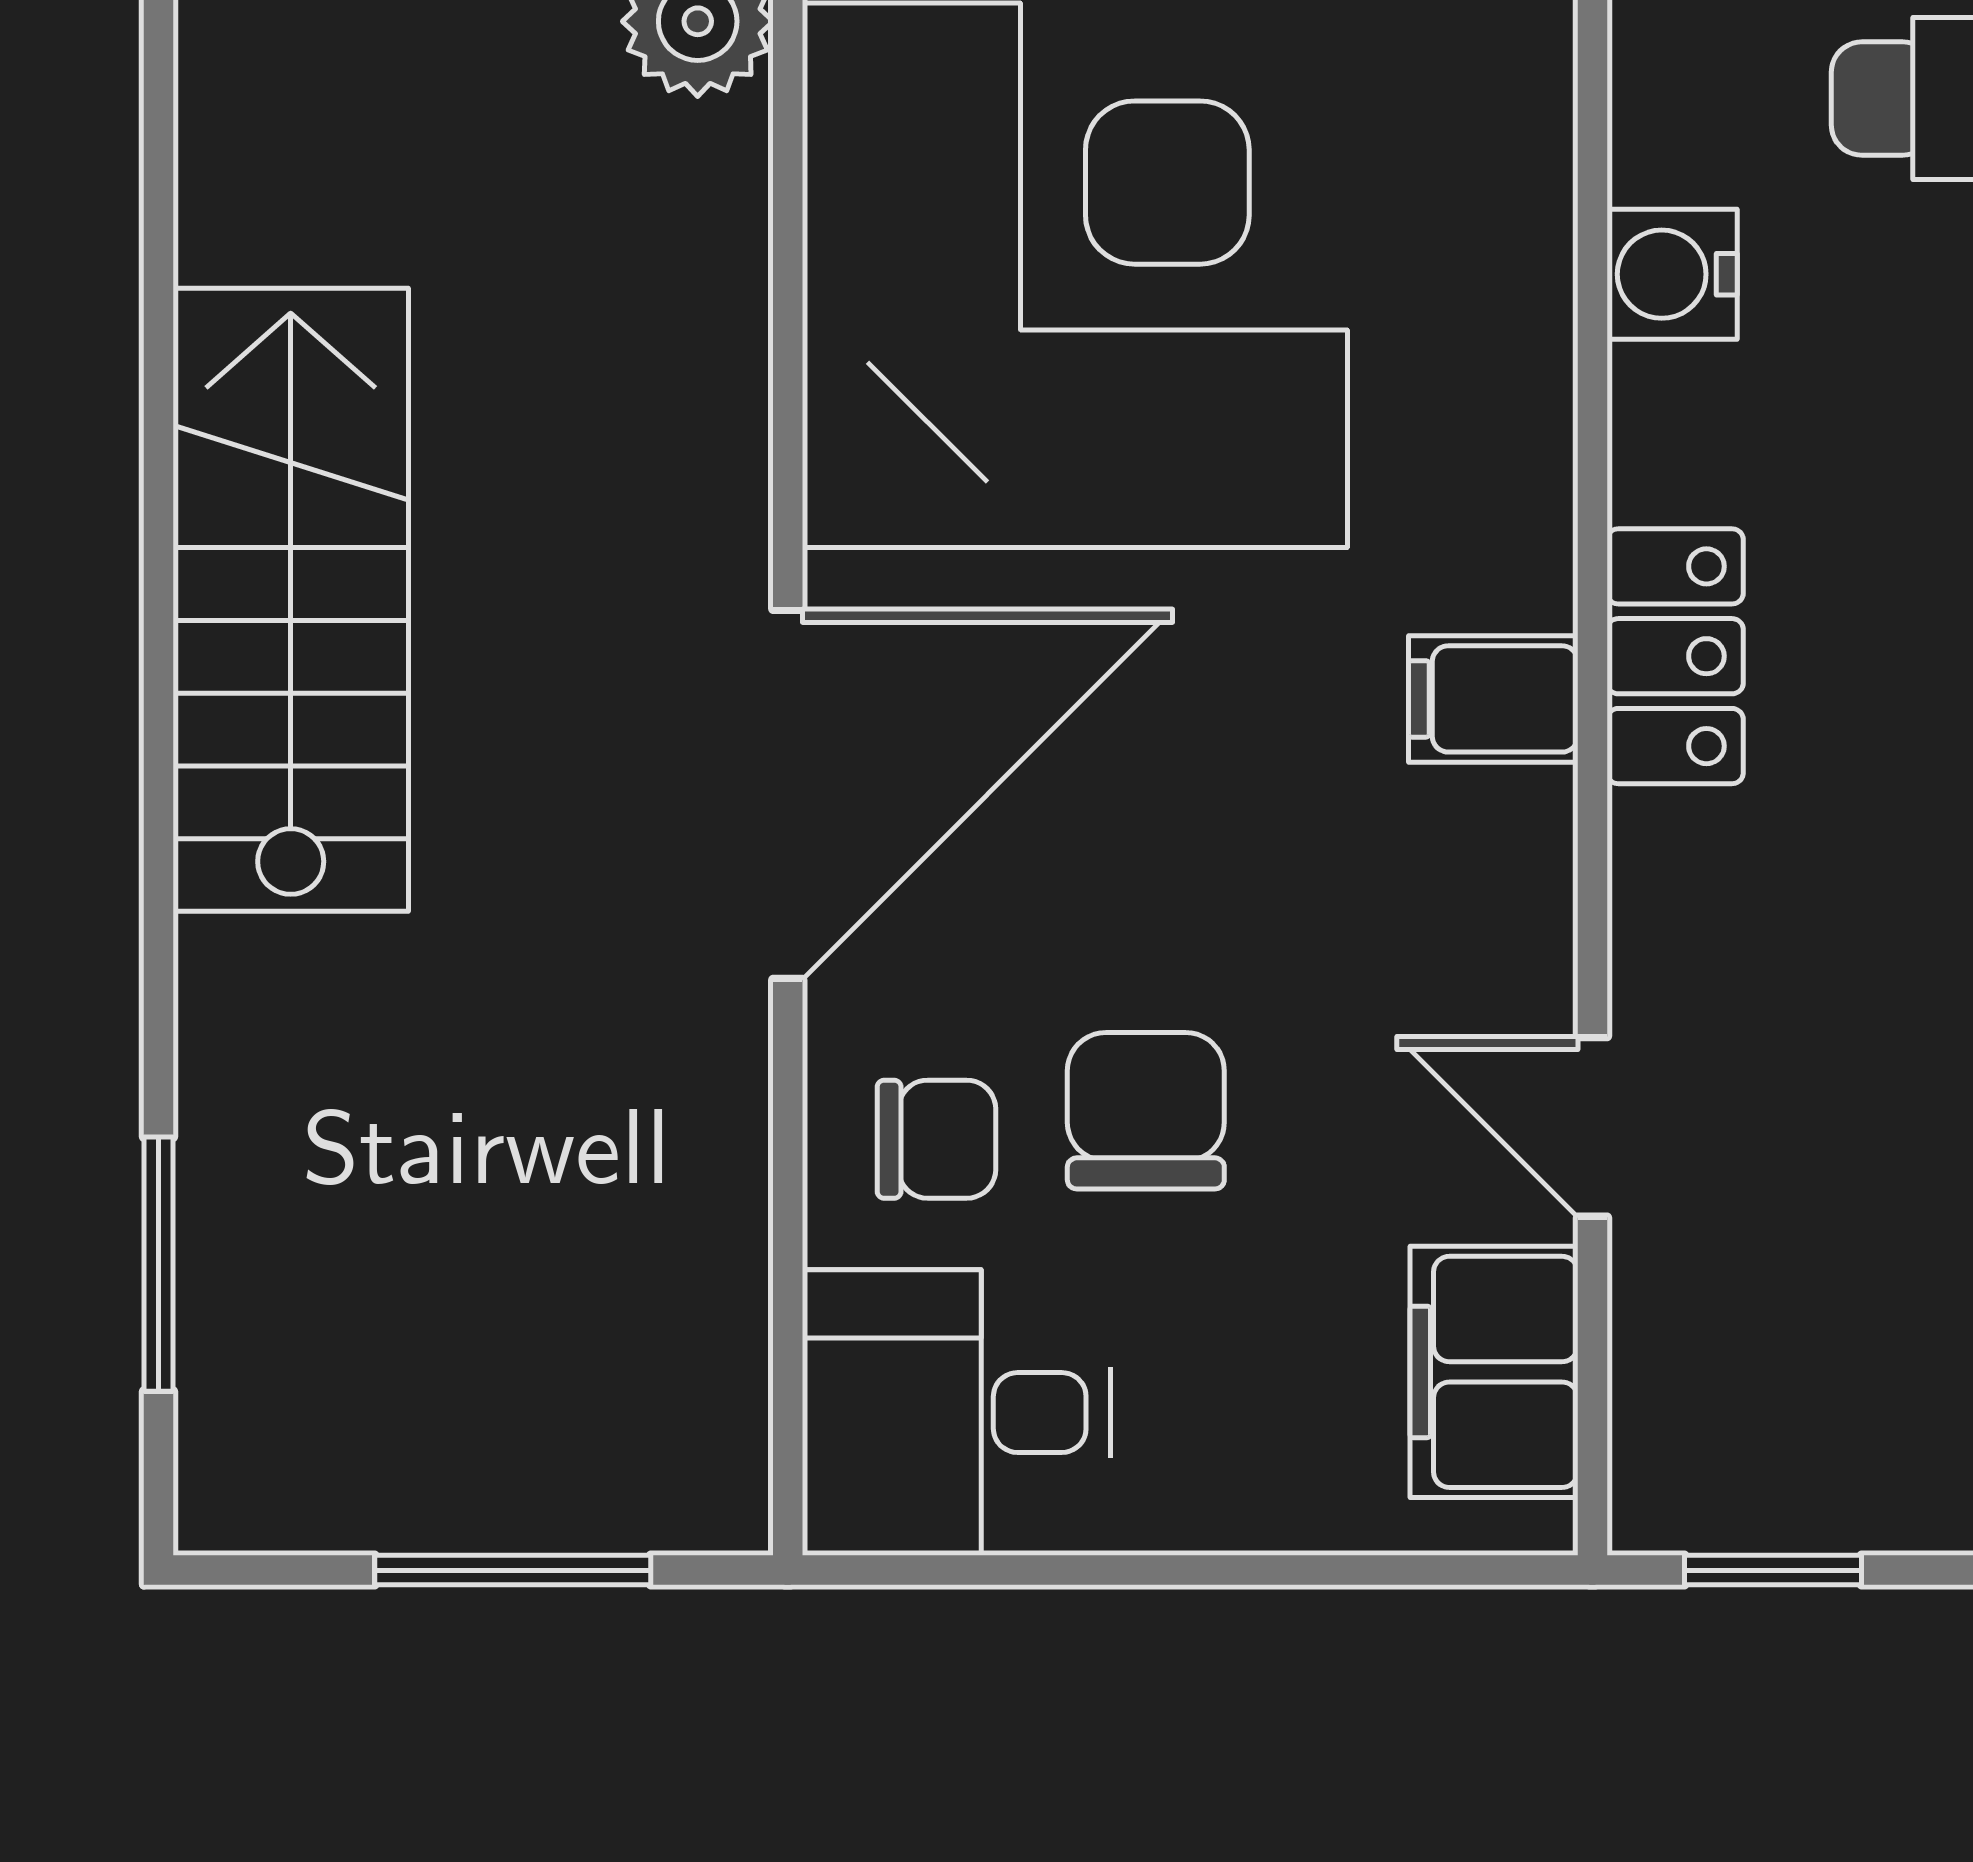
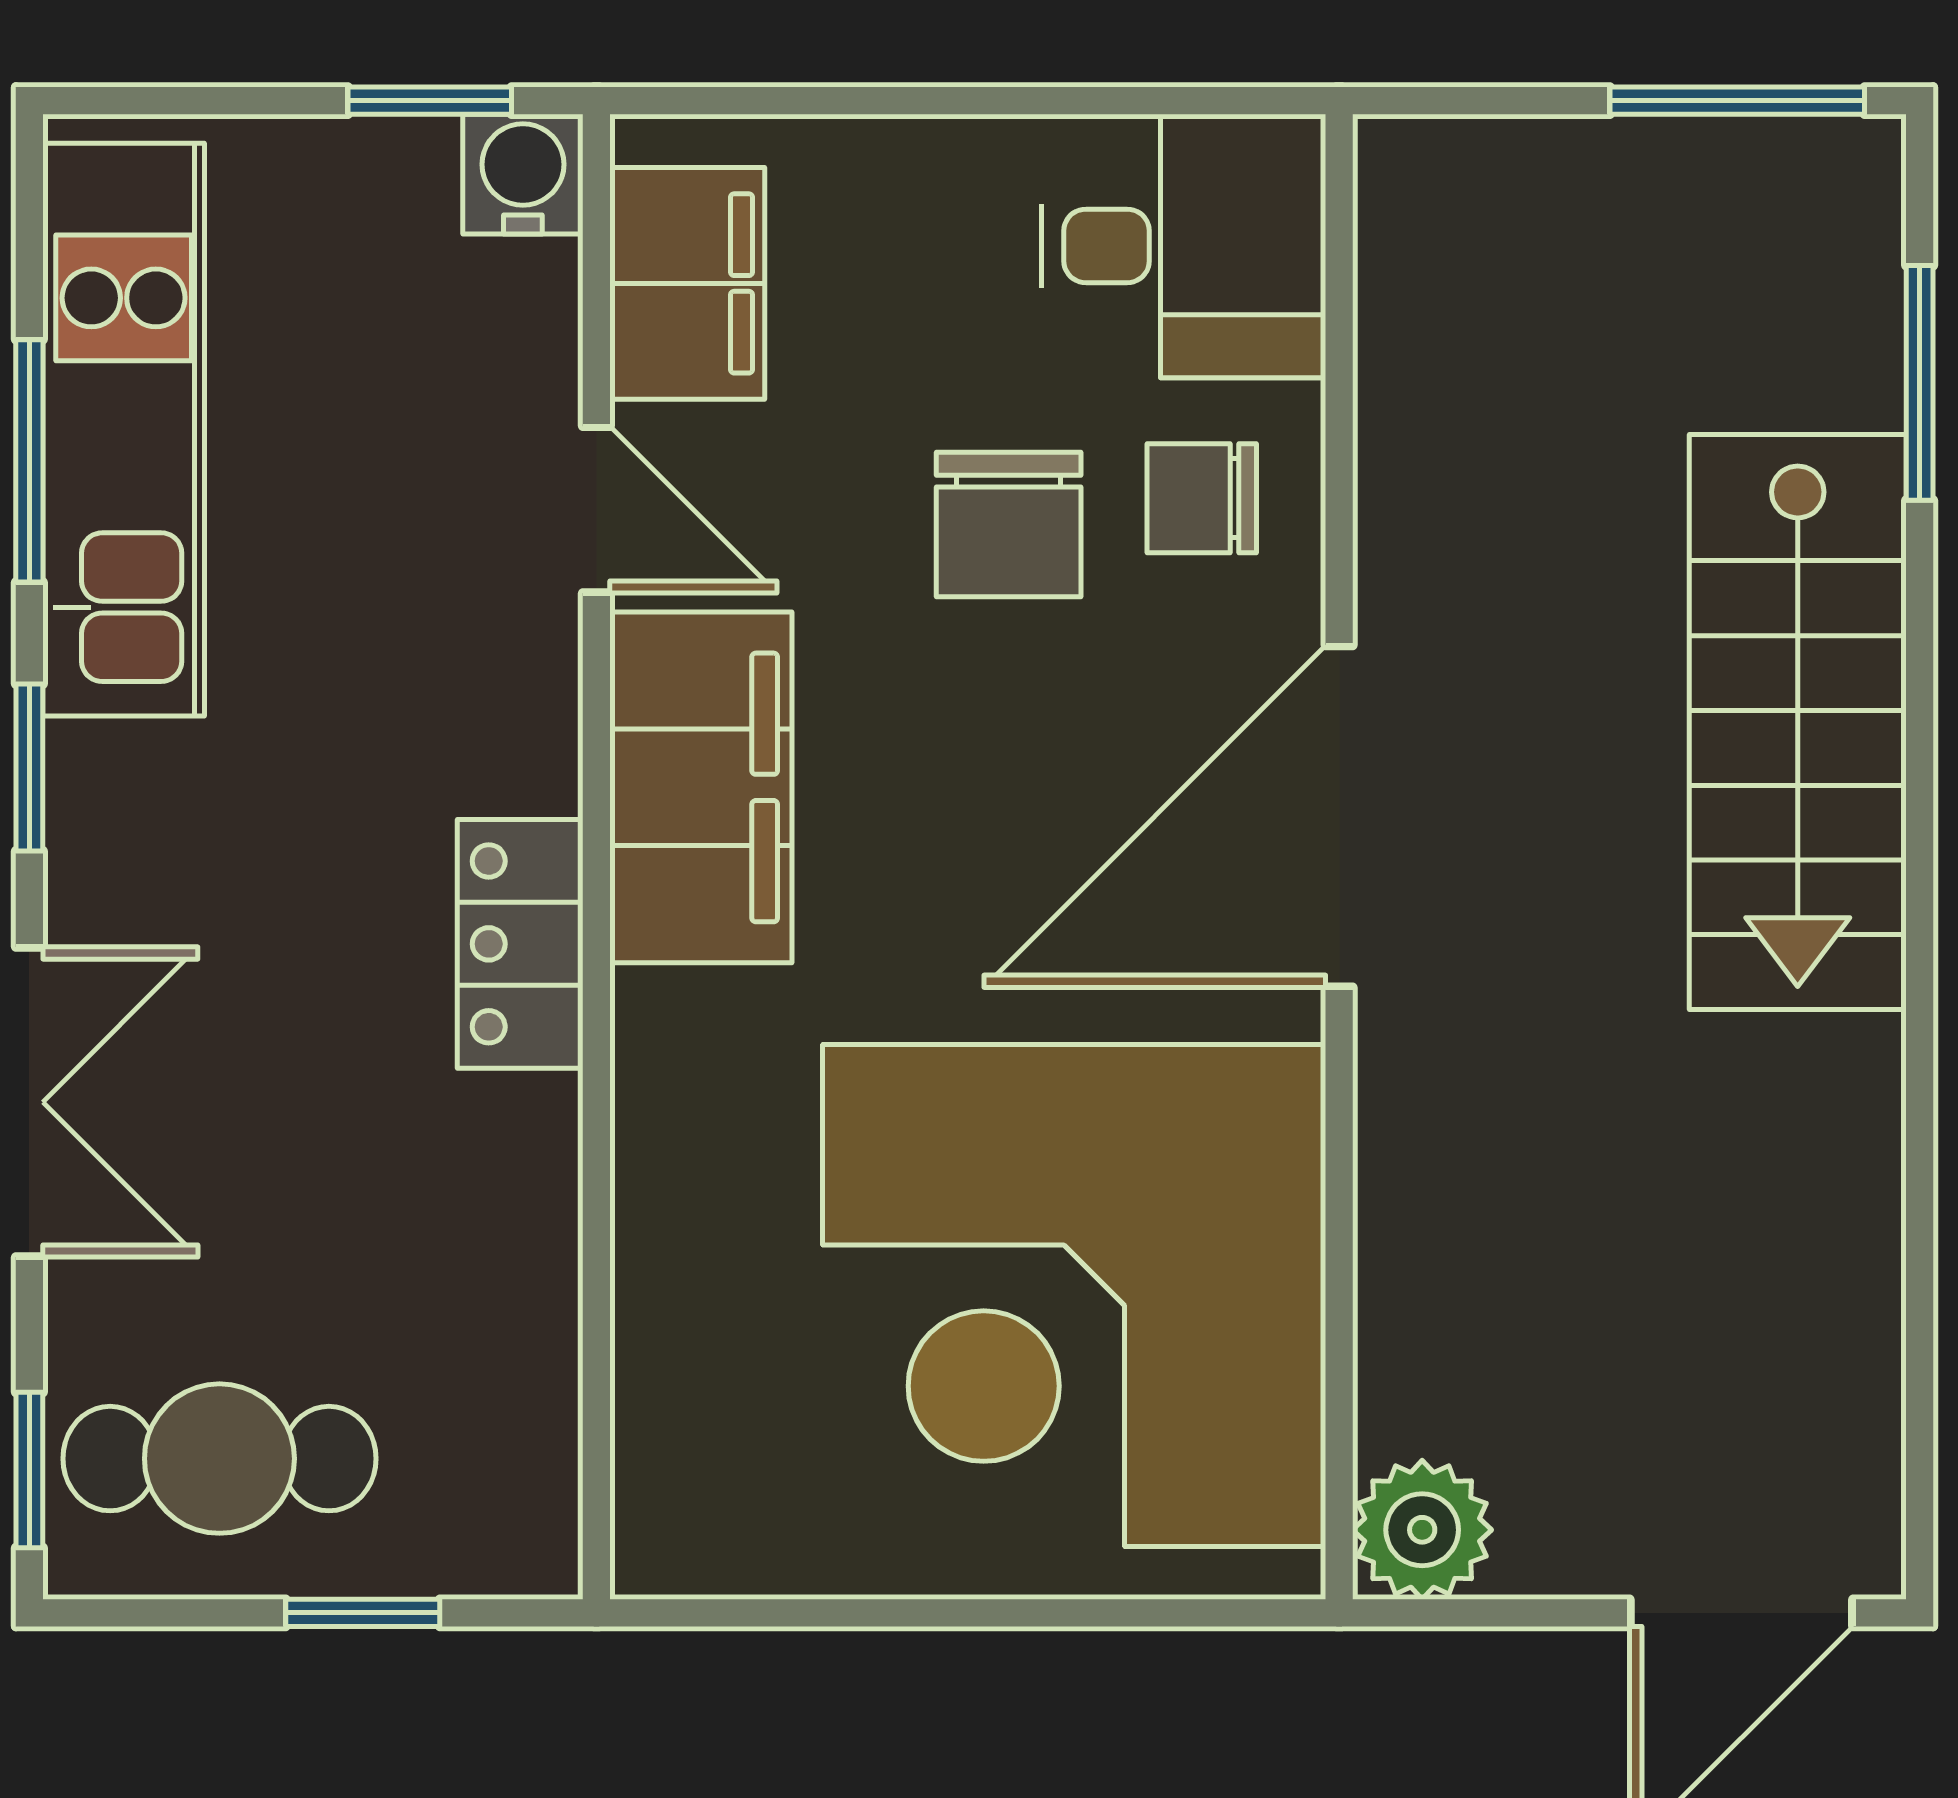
water cooler: (1672, 274) -> (523, 174), moved, turned -90
stairs: (291, 600) -> (1798, 722), moved
filing cabinet: (1493, 699) -> (701, 787), width x3.00, depth x1.17
window: (513, 1570) -> (1737, 101), moved

